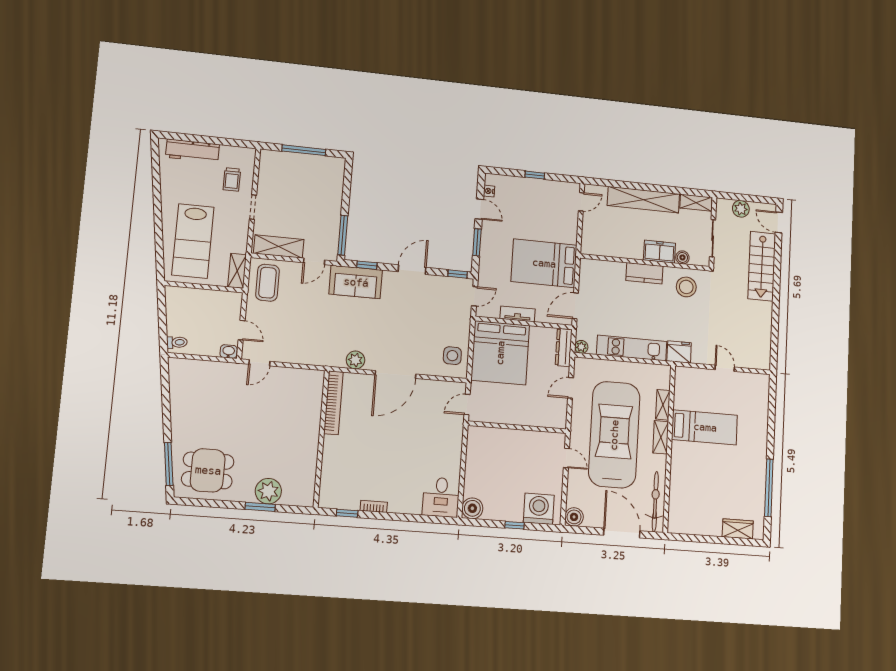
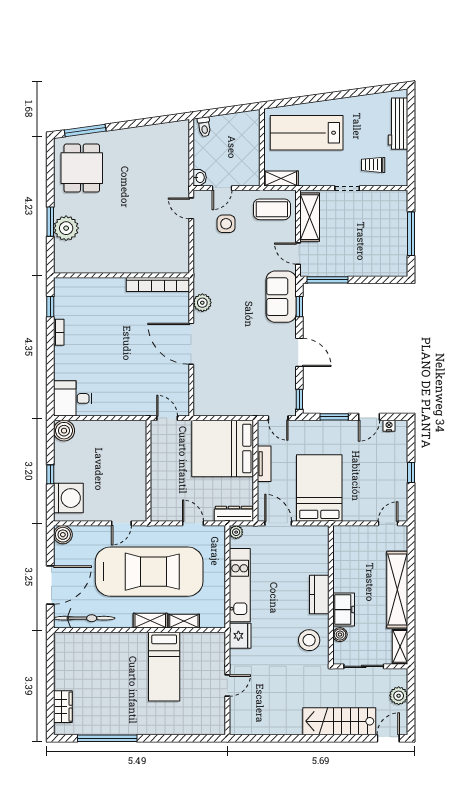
door: (581, 202) -> (388, 523), swing flipped
side table: (452, 356) -> (226, 224), moved

